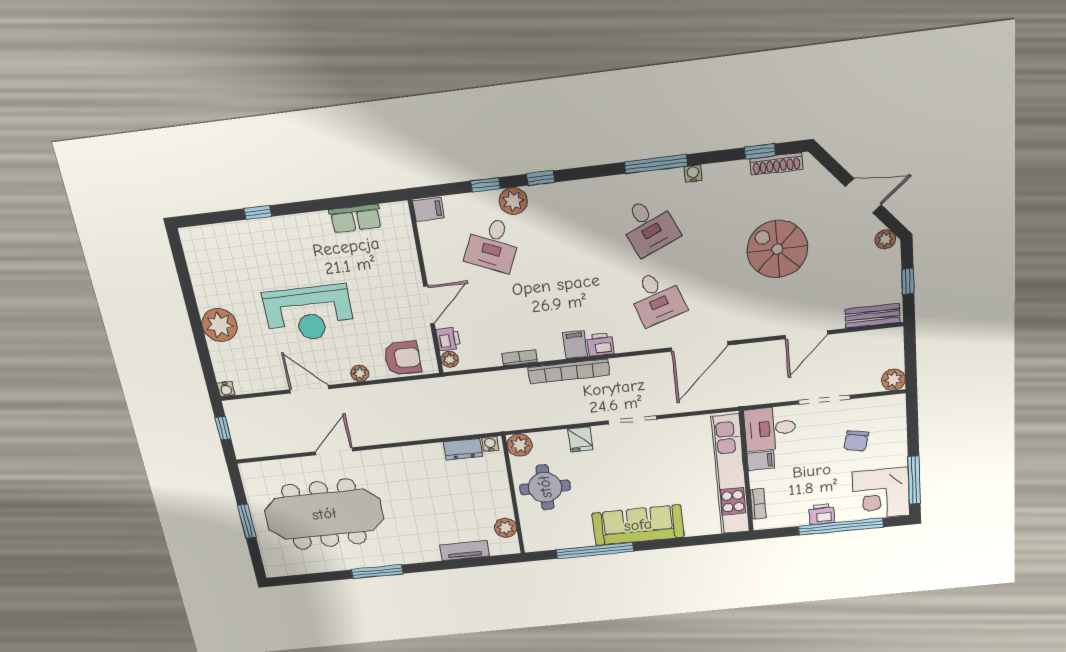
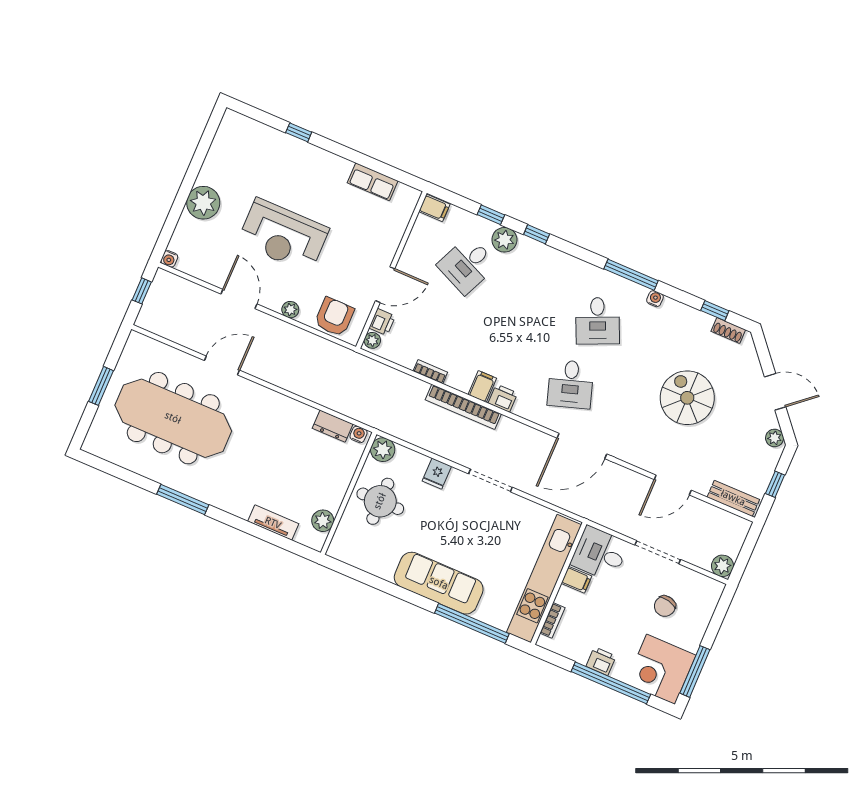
shoe rack: (776, 164) -> (728, 331), width x0.70
armchair: (403, 358) -> (334, 317), turned -90
window: (595, 551) -> (472, 623), moved

